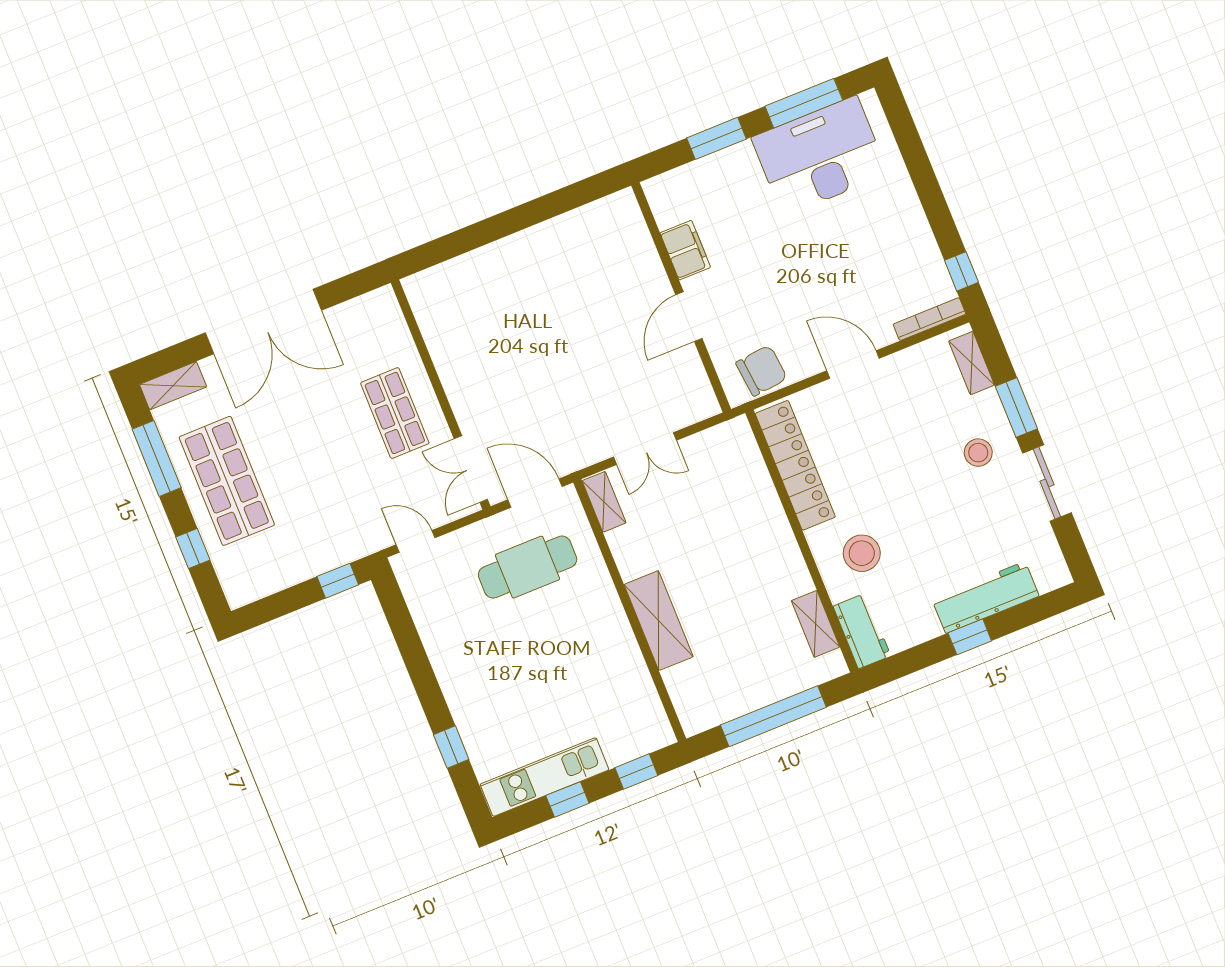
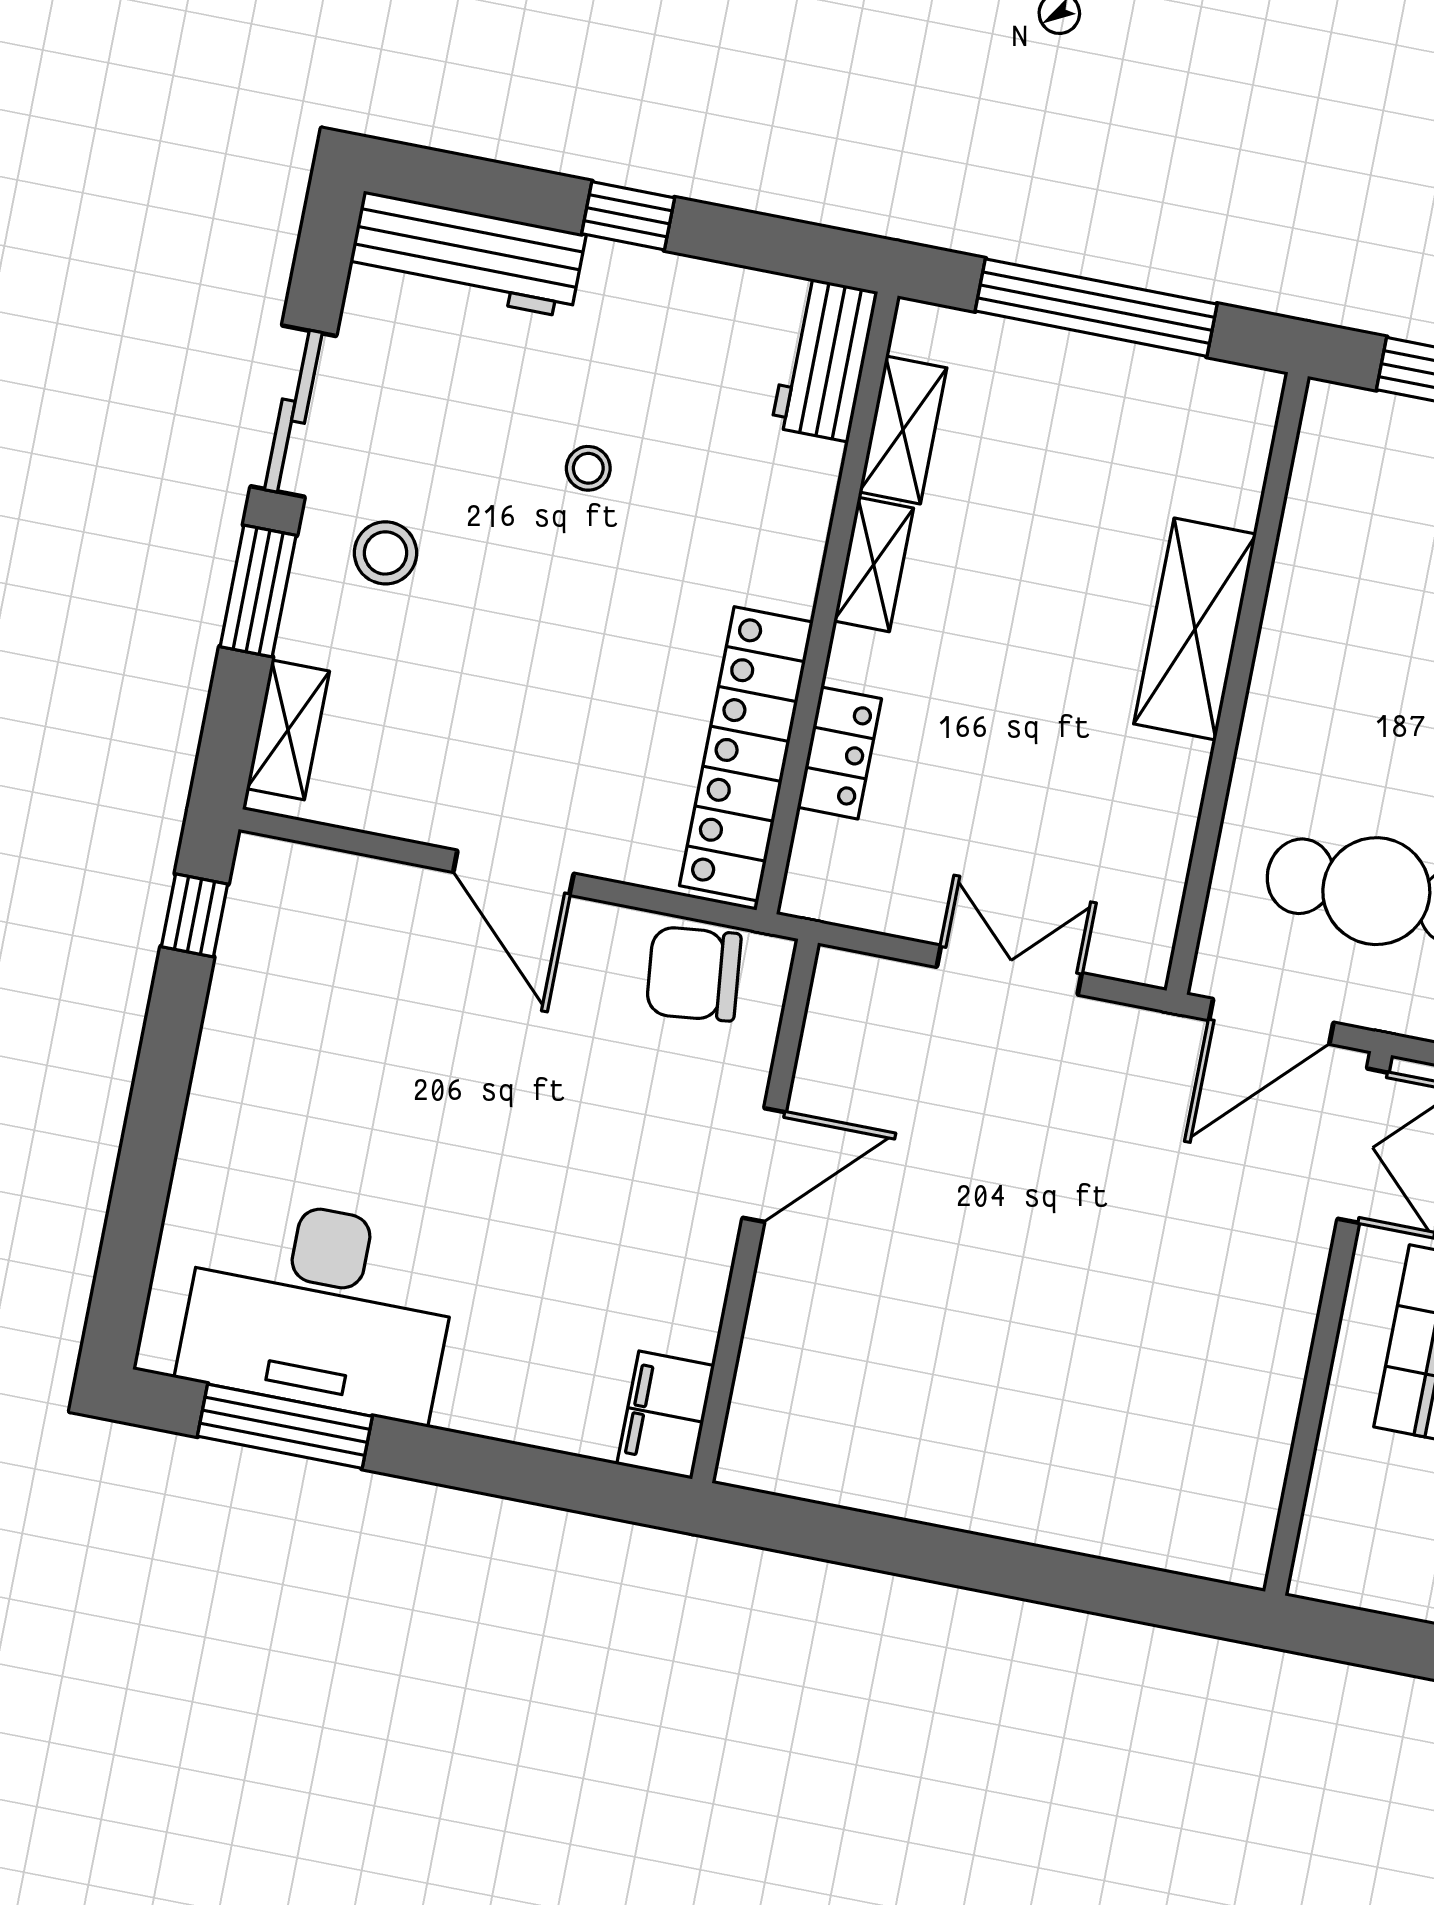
window: (716, 138) -> (493, 1467), removed
filing cabinet: (685, 250) -> (666, 1415), moved
bookcase: (929, 319) -> (313, 865), removed
locker: (761, 488) -> (839, 753), added
door: (535, 493) -> (1271, 1021), hinge flipped
shelving: (604, 502) -> (874, 564), moved
stool: (862, 553) -> (588, 468), moved, width x0.53, depth x0.53
workbench: (985, 597) -> (467, 255), moved

